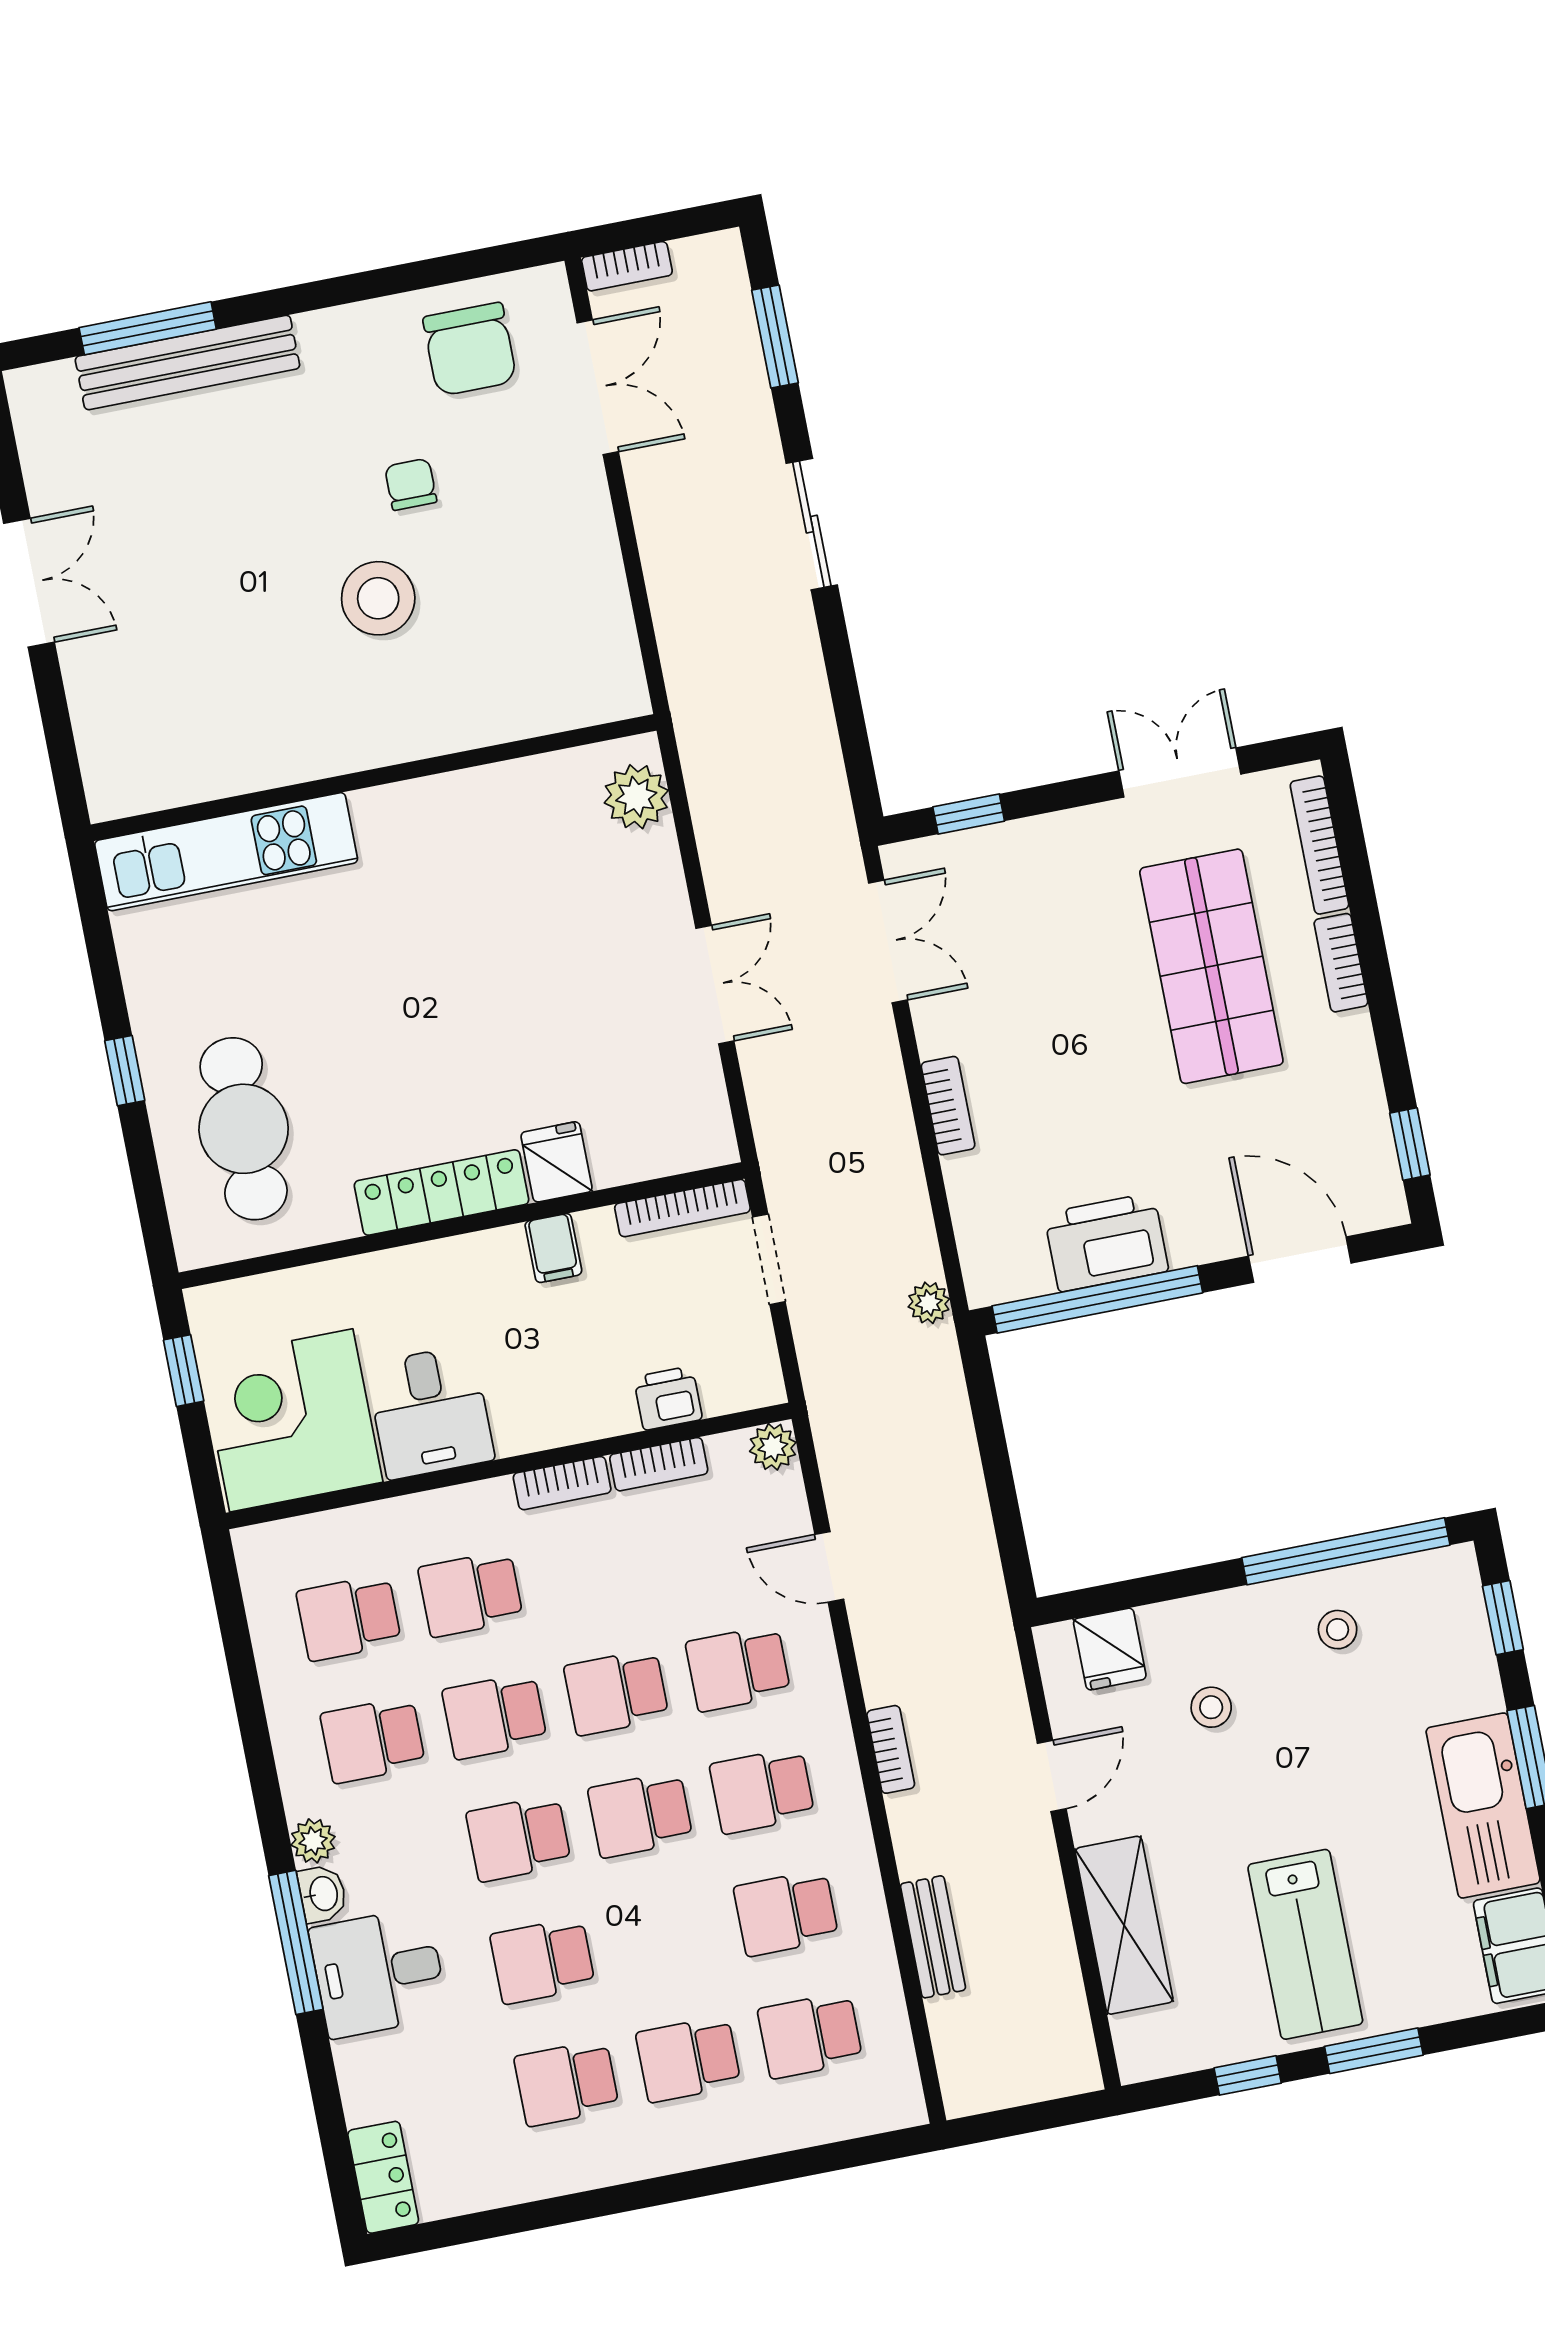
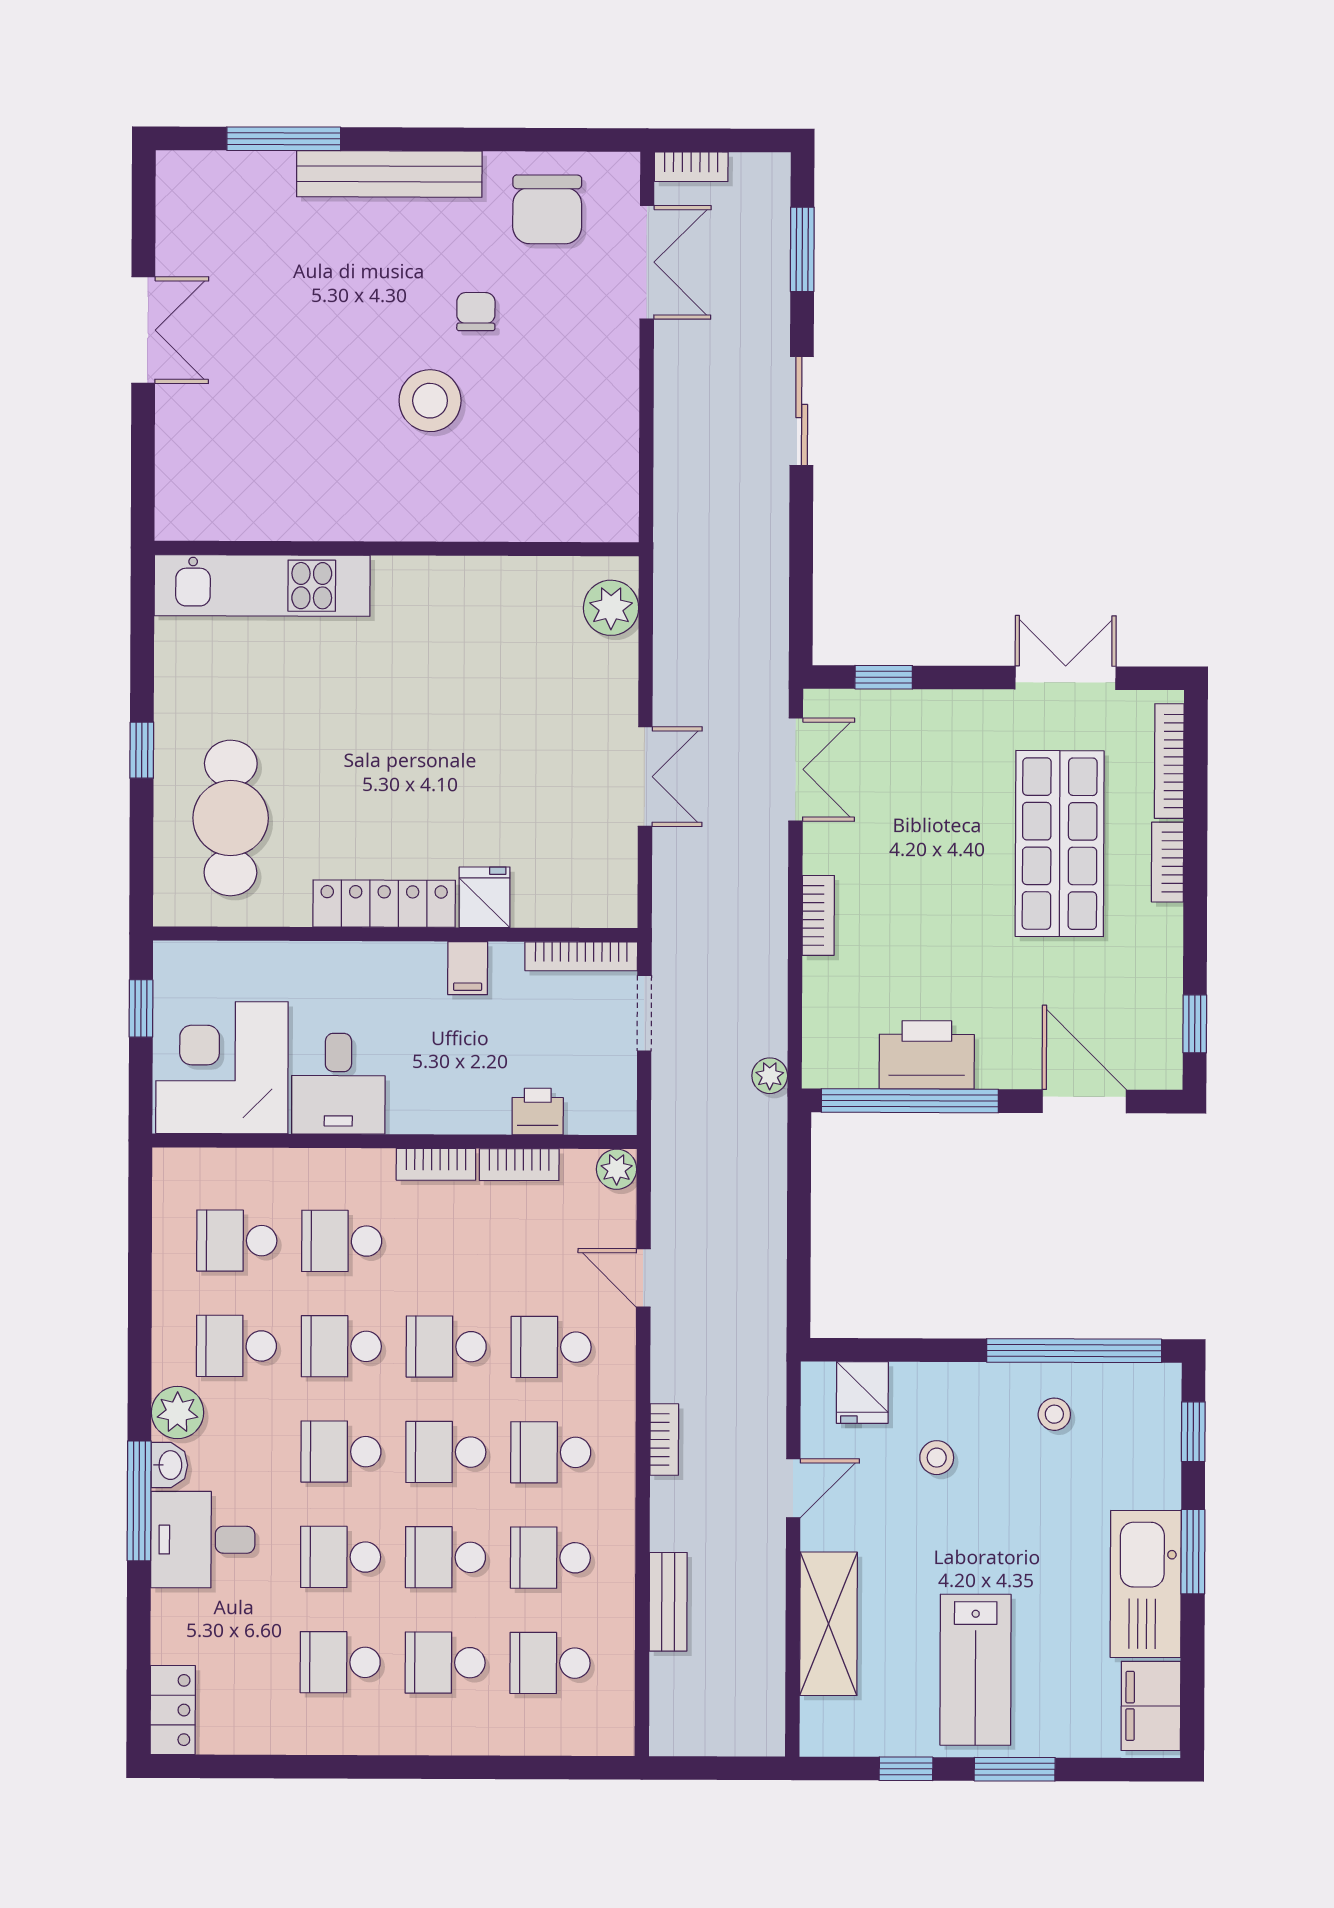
bench: (187, 363) -> (389, 174), moved
plant: (313, 1841) -> (177, 1412), width x1.38, depth x1.38
school desk: (664, 1937) -> (446, 1557), added

